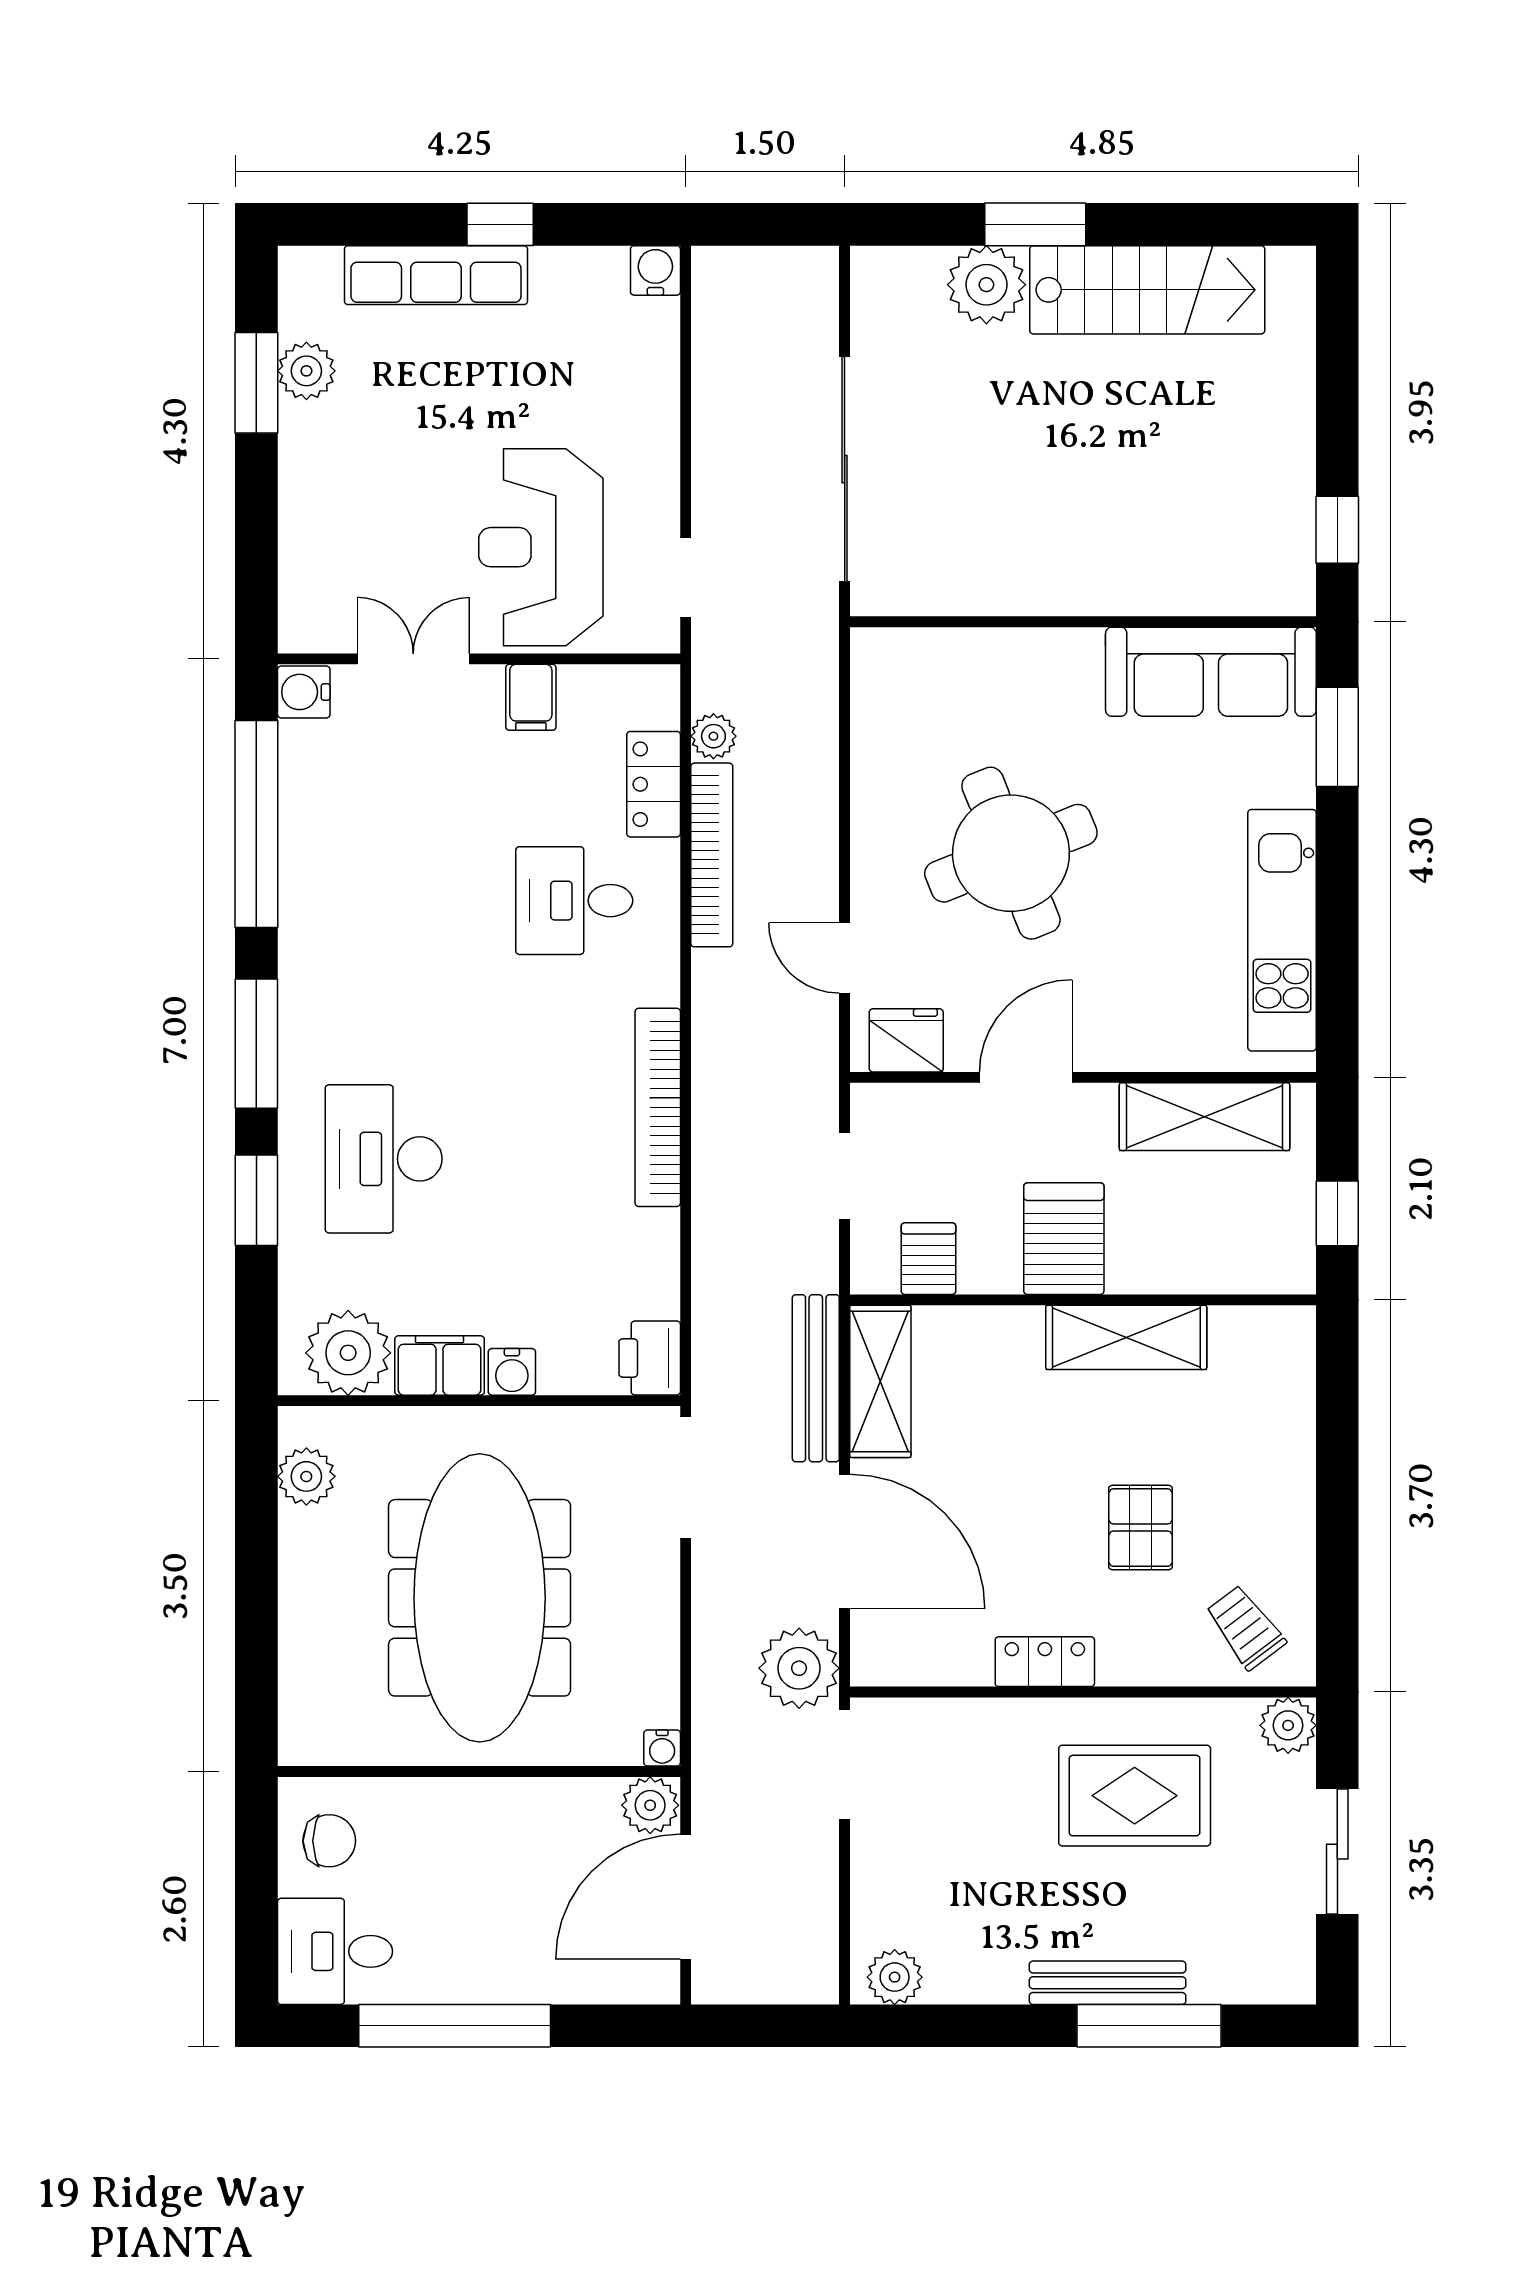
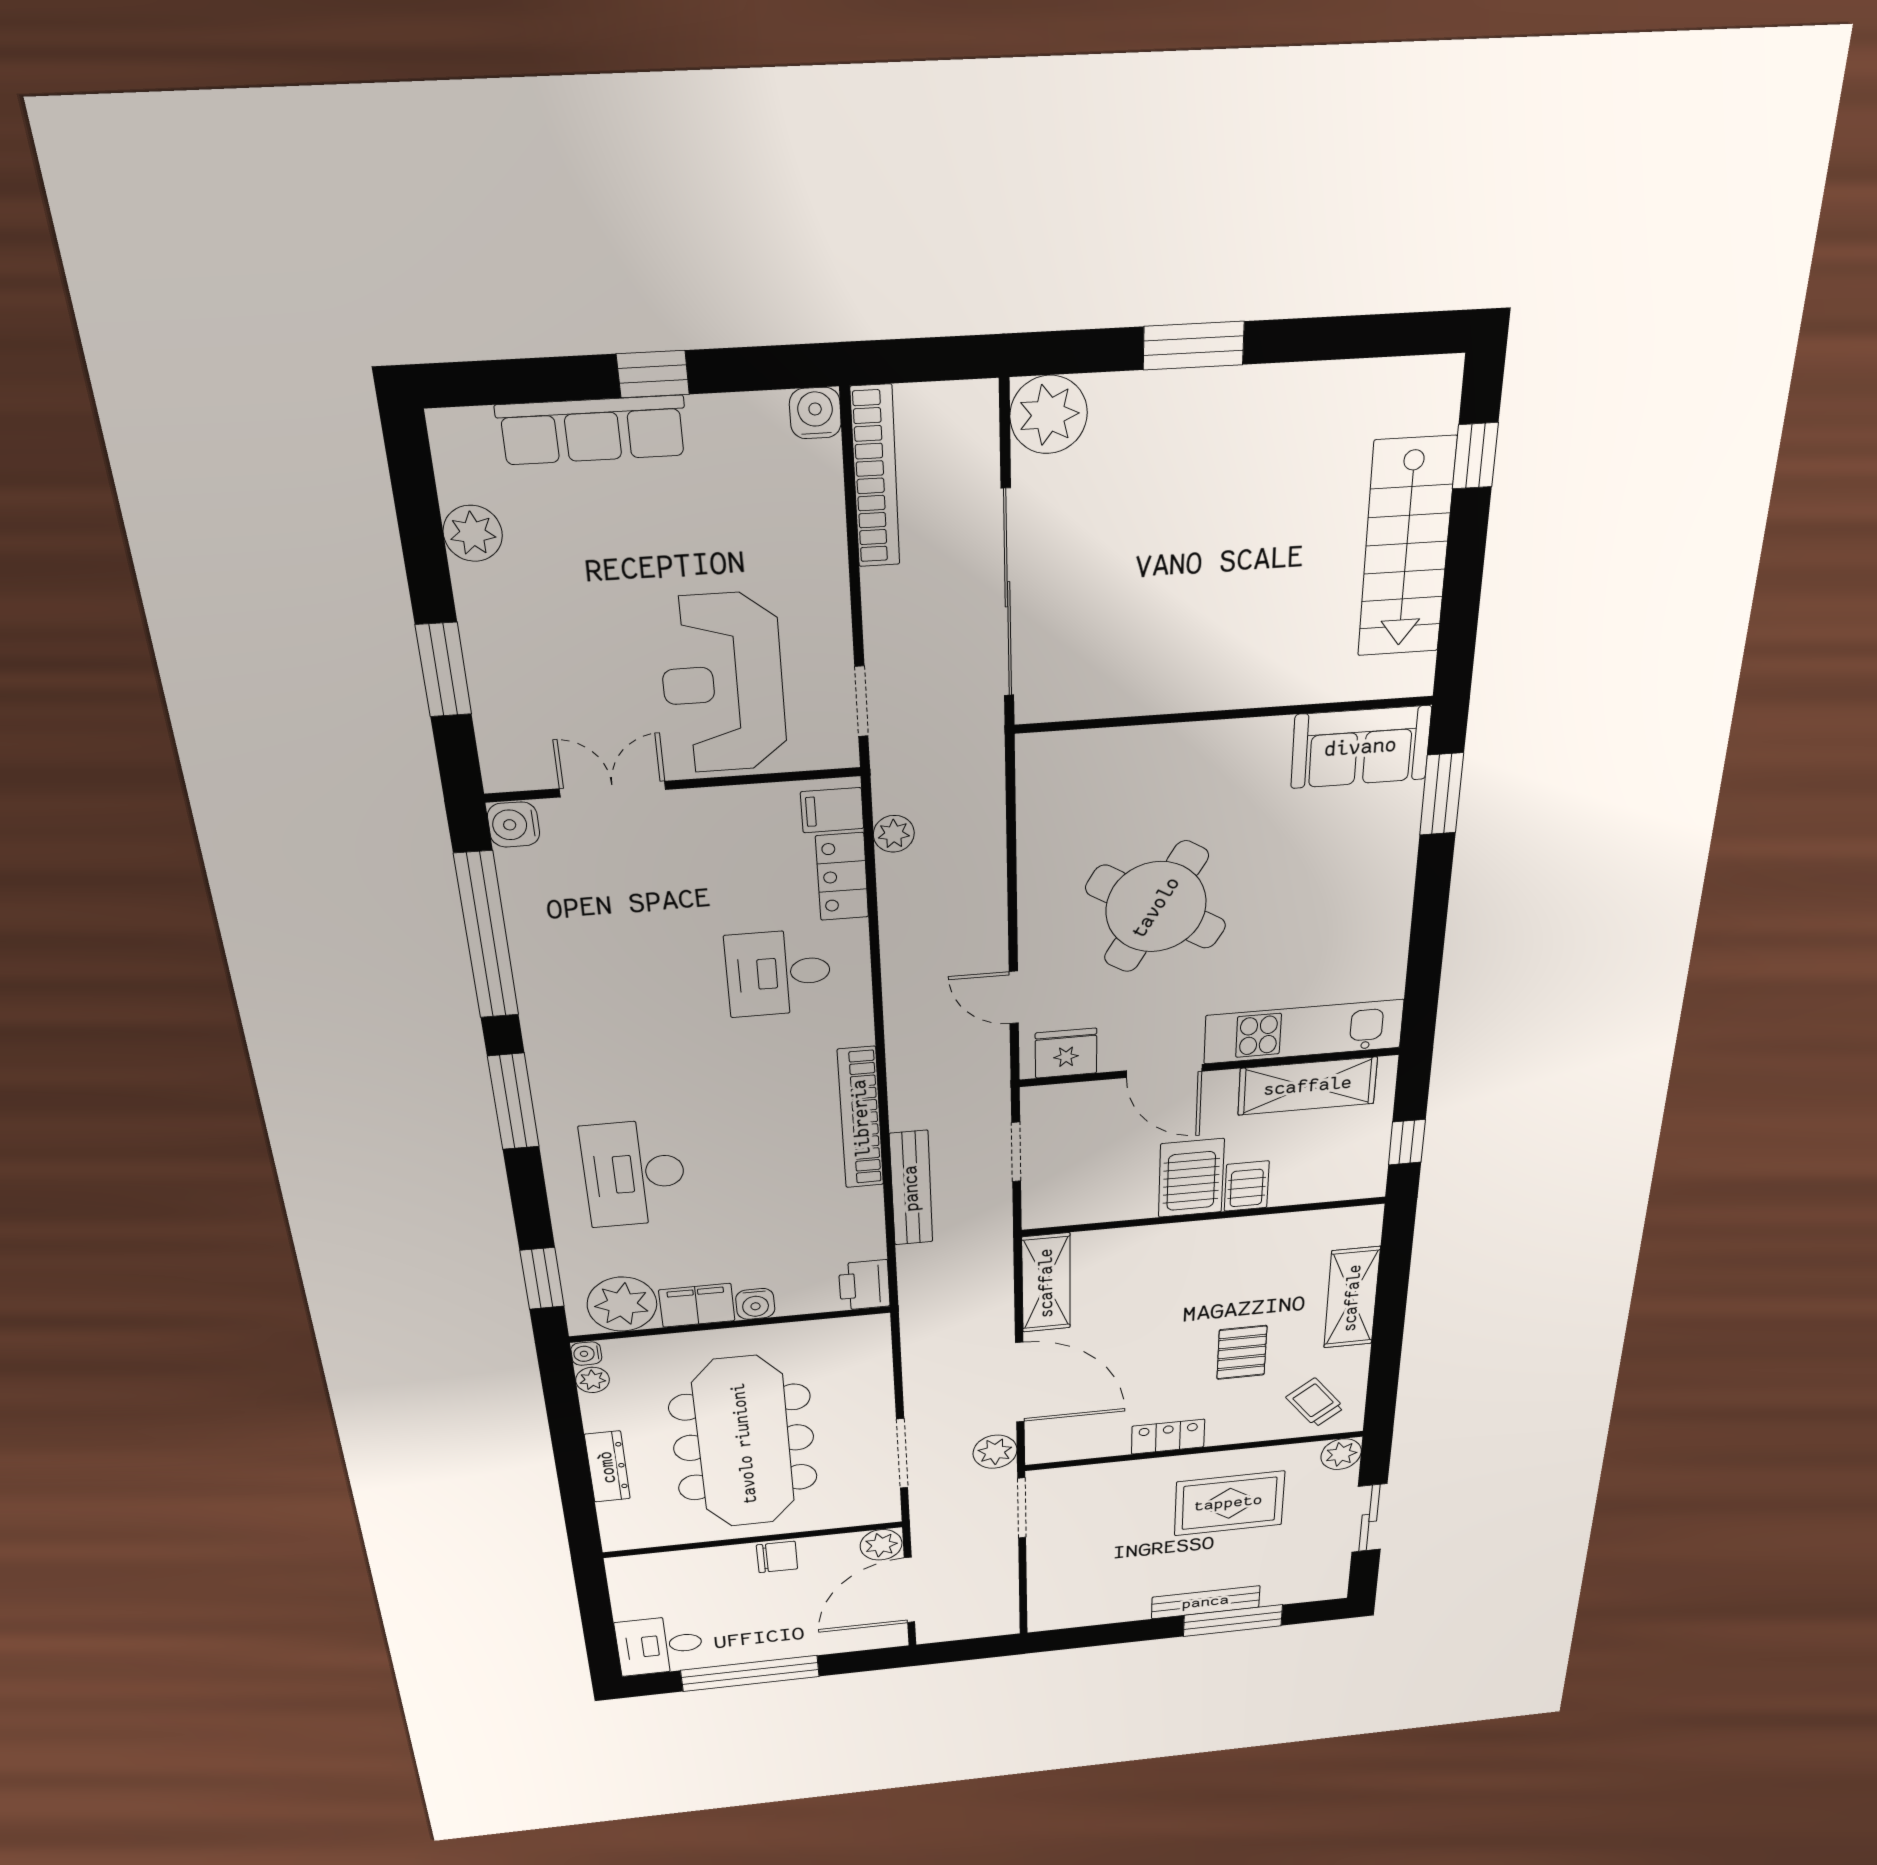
plant: (986, 285) -> (1049, 415), moved
stairs: (1147, 290) -> (1407, 548), moved, turned 90
window: (256, 383) -> (443, 670), moved
window: (1337, 530) -> (1475, 456), moved
sofa: (1211, 672) -> (1361, 747), width x0.73
filing cabinet: (531, 697) -> (832, 810), moved, turned 90
round table: (1011, 853) -> (1156, 907), turned -37
bookcase: (712, 855) -> (875, 477), moved
kitchen unit: (1282, 930) -> (1304, 1032), moved, turned 90
door: (1026, 1077) -> (1164, 1071), swing flipped
window: (256, 1200) -> (542, 1278), moved
server rack: (928, 1259) -> (1247, 1186), moved
shelving: (1126, 1337) -> (1352, 1298), moved, turned 90
bench: (816, 1378) -> (911, 1188), moved
plant: (306, 1476) -> (593, 1380), width x0.73, depth x0.73
doorway: (686, 1478) -> (902, 1454), moved
dresser: (301, 1616) -> (607, 1467), added
plant: (799, 1668) -> (995, 1452), width x0.73, depth x0.73
water cooler: (662, 1748) -> (586, 1354), moved, turned 90
chair: (329, 1841) -> (777, 1557), moved
plant: (895, 1977) -> (1058, 1615), removed

